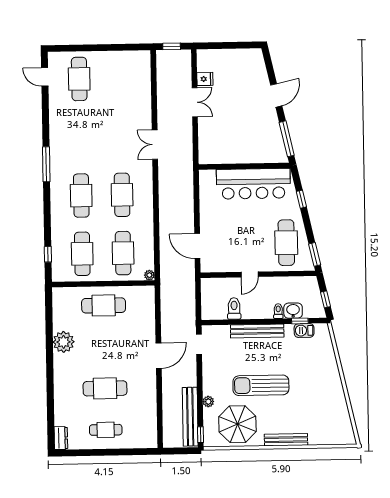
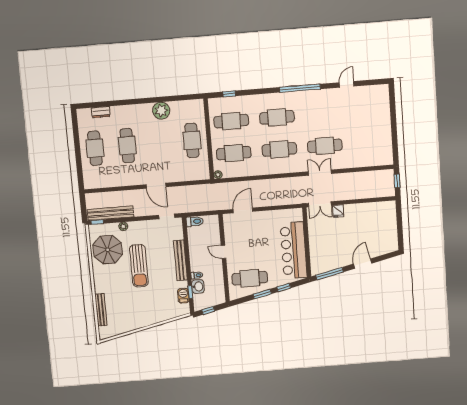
door: (45, 77) -> (347, 84), moved
cafe table: (79, 79) -> (325, 146), moved
fridge: (205, 79) -> (338, 211), moved
door: (276, 95) -> (363, 264), swing flipped
double door: (195, 102) -> (320, 204), moved
window: (46, 164) -> (300, 88), width x1.46
window: (315, 254) -> (262, 294), moved
toilet: (234, 308) -> (195, 221), moved
sun lounger: (261, 385) -> (139, 266), turned 180
cafe table: (106, 430) -> (95, 148), width x1.37, depth x1.35
dresser: (61, 438) -> (101, 112), moved
bench: (286, 440) -> (101, 310), moved

